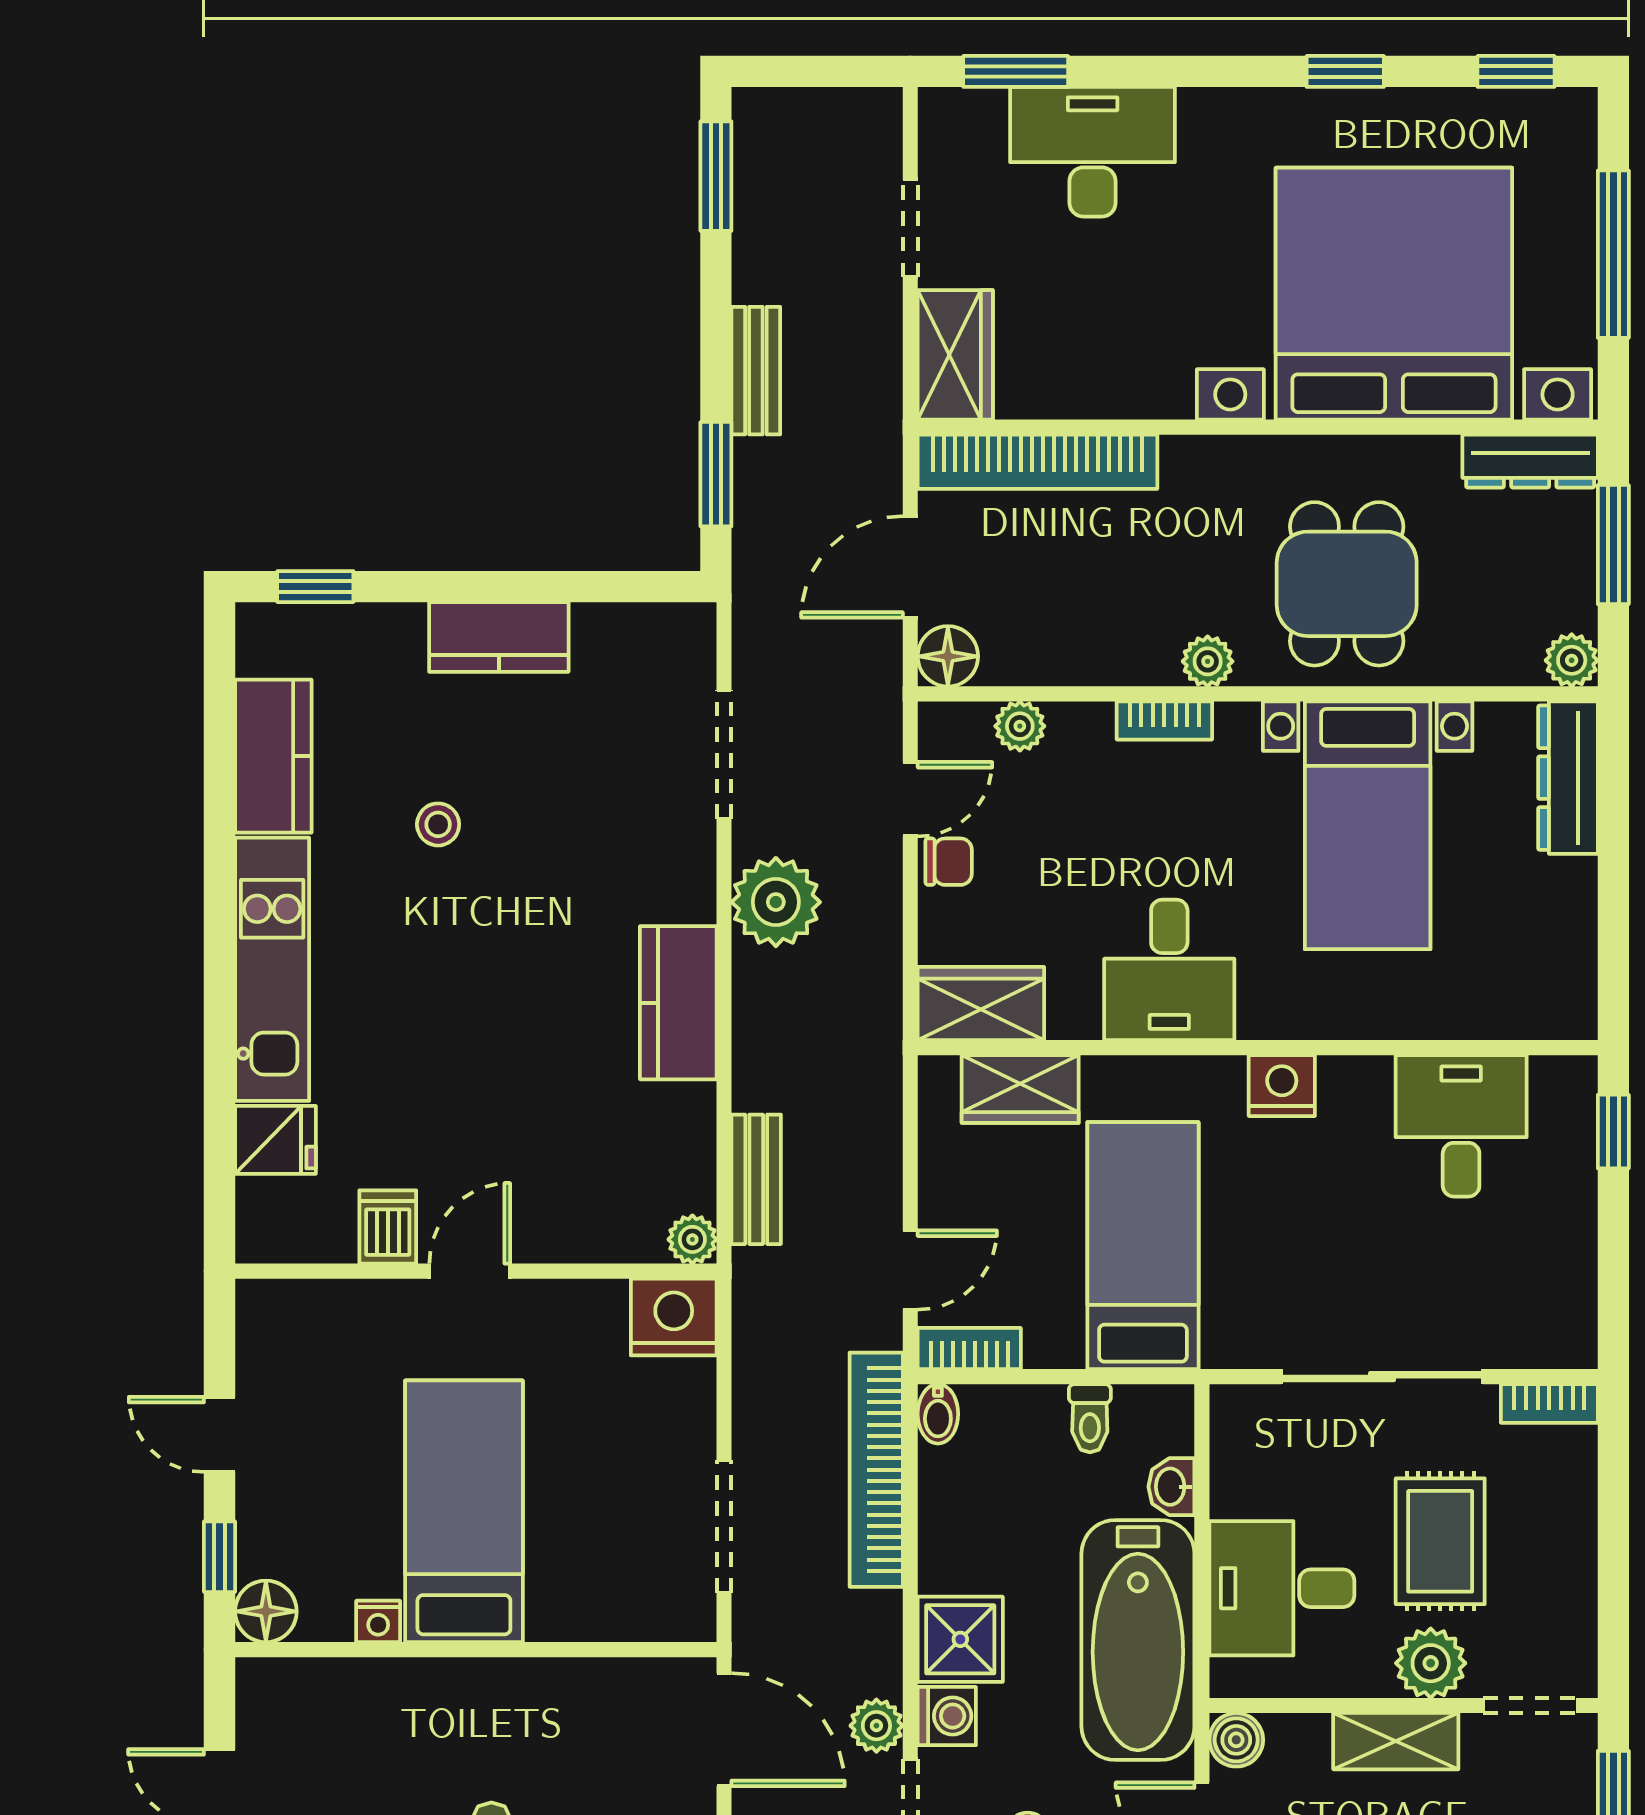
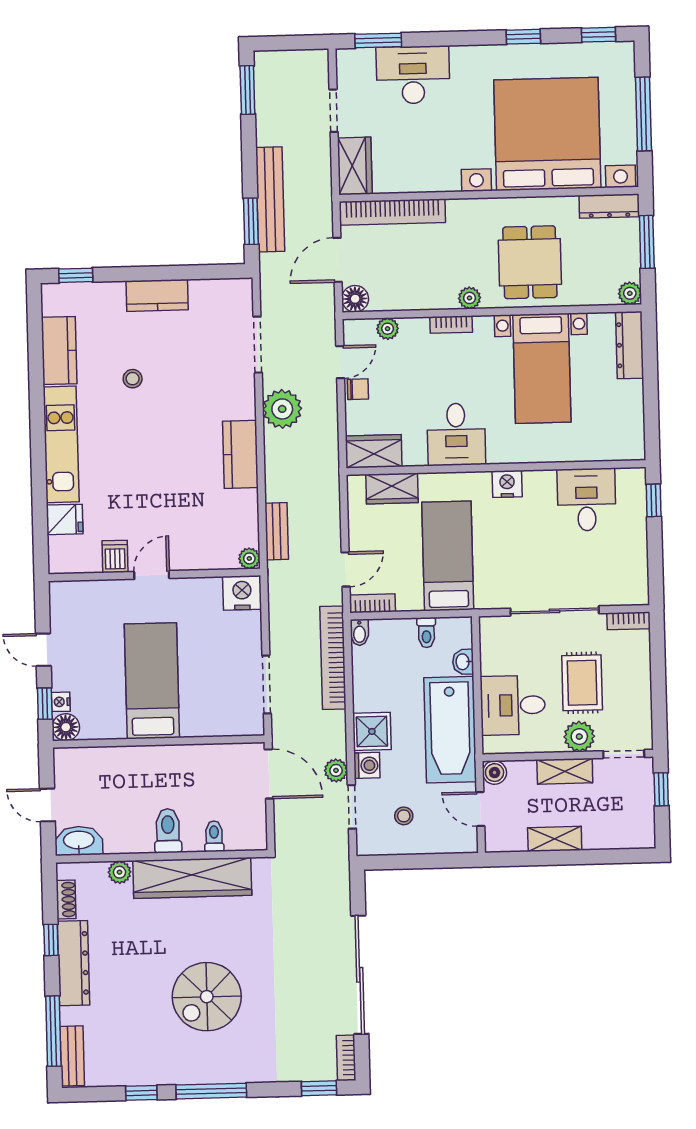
bench: (756, 371) -> (270, 199), width x1.86, depth x1.21
nightstand: (378, 1621) -> (61, 702), moved, turned 90

